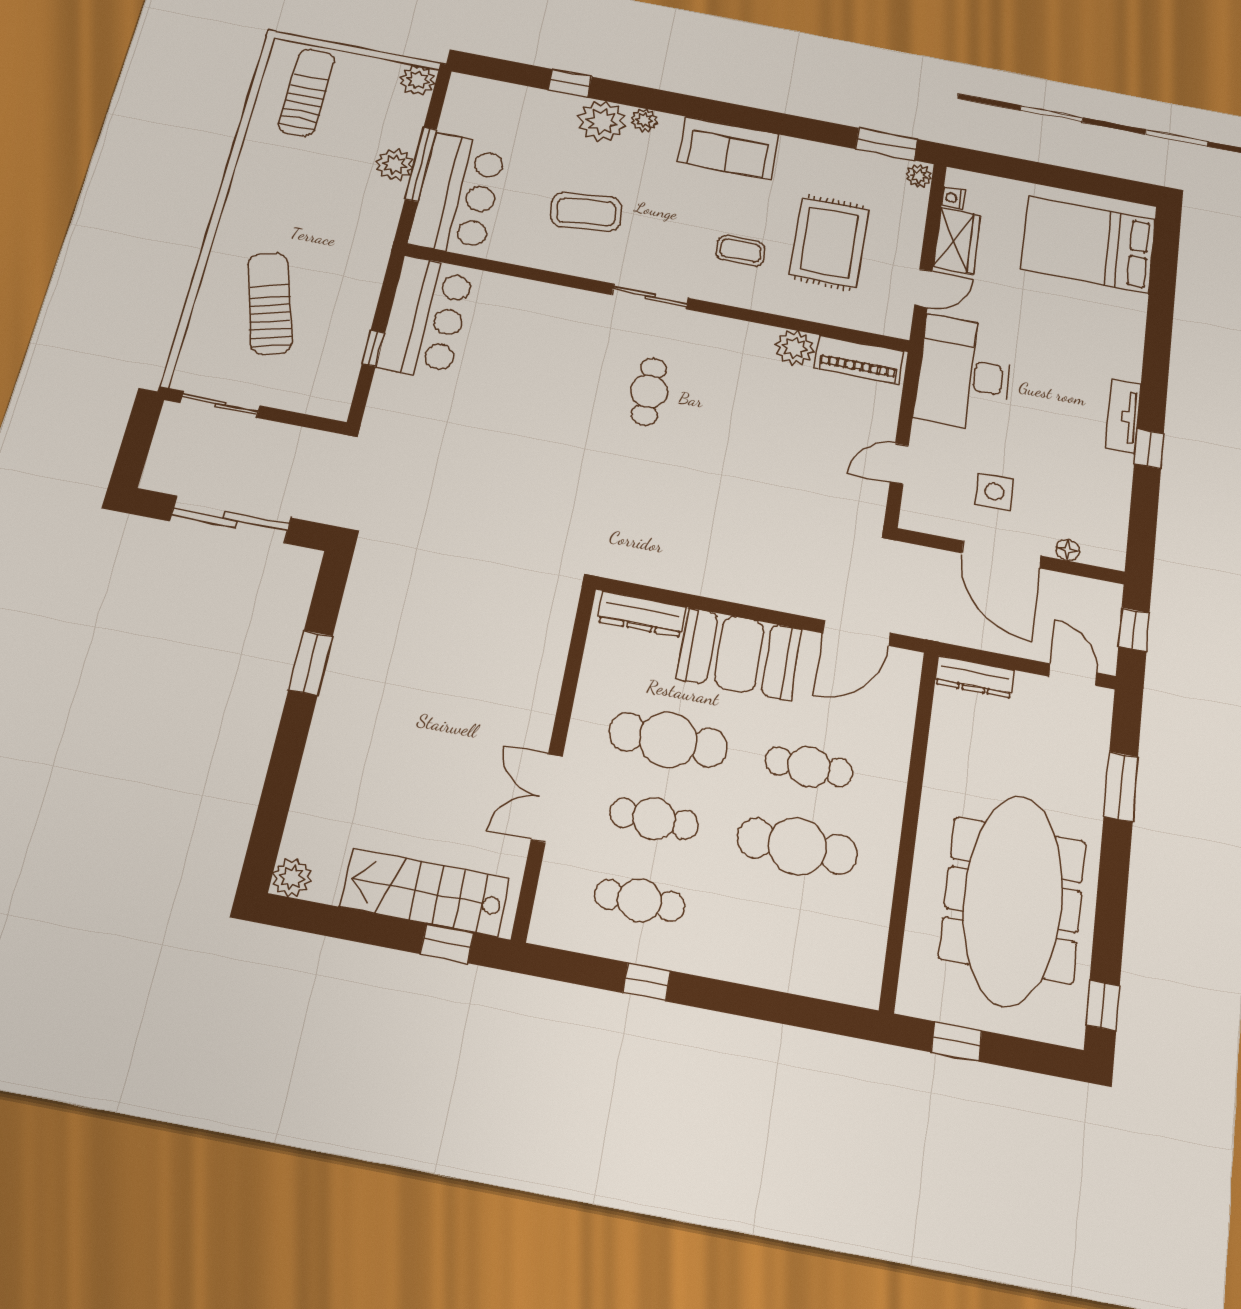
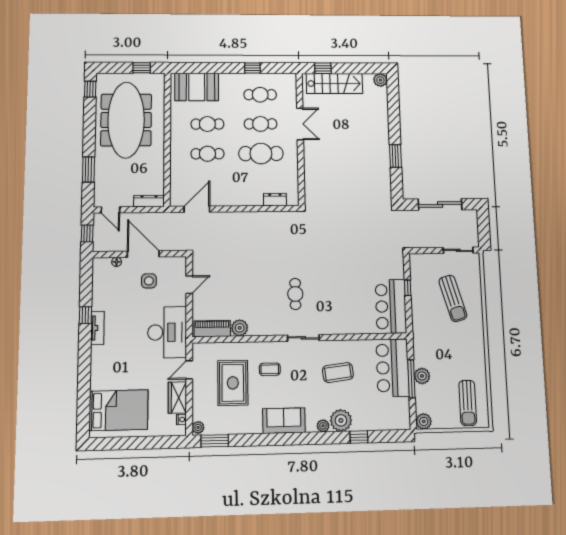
dresser: (642, 614) -> (275, 200), width x0.70
booth: (739, 654) -> (197, 87), moved
cafe table: (797, 846) -> (207, 124), width x0.73, depth x0.74

